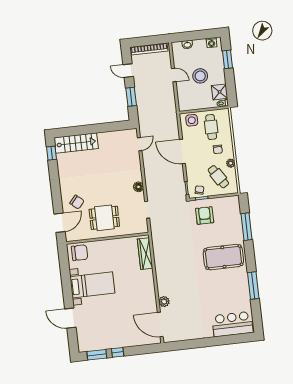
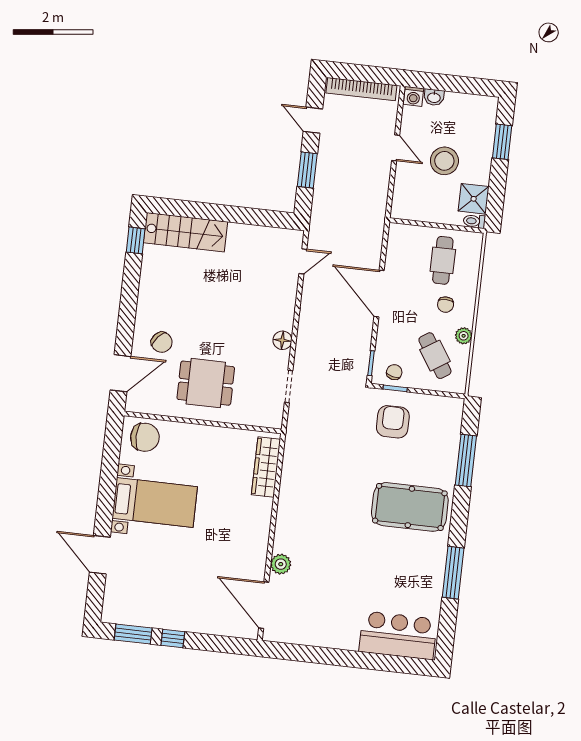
washing machine: (212, 43) -> (413, 96), moved
side table: (192, 120) -> (410, 240), removed

